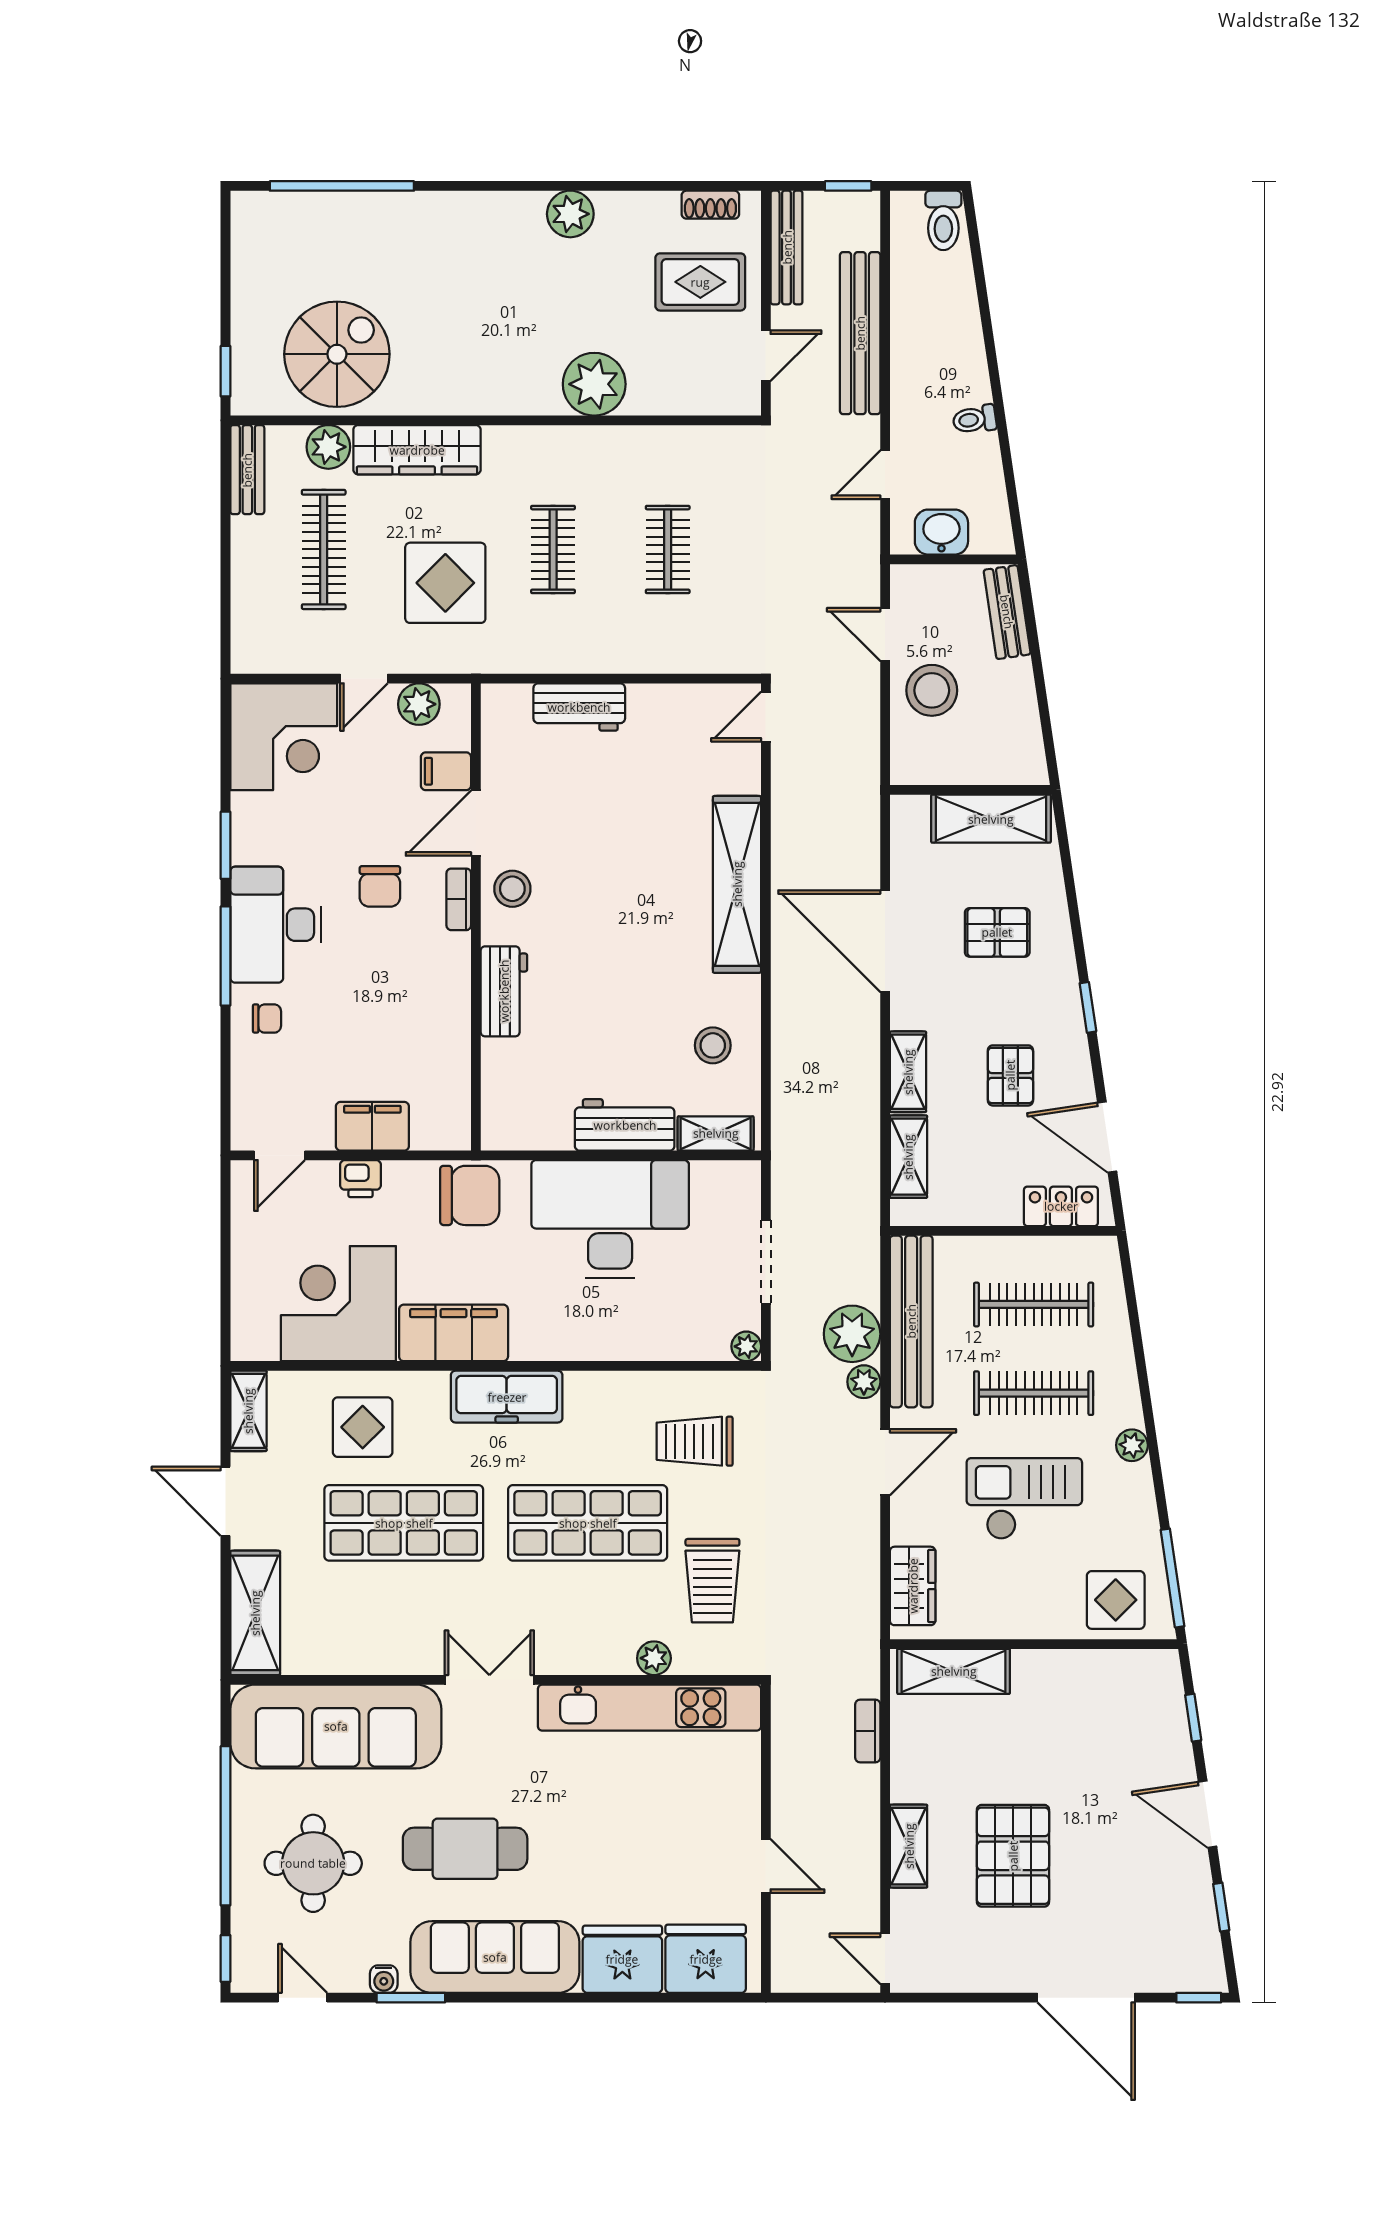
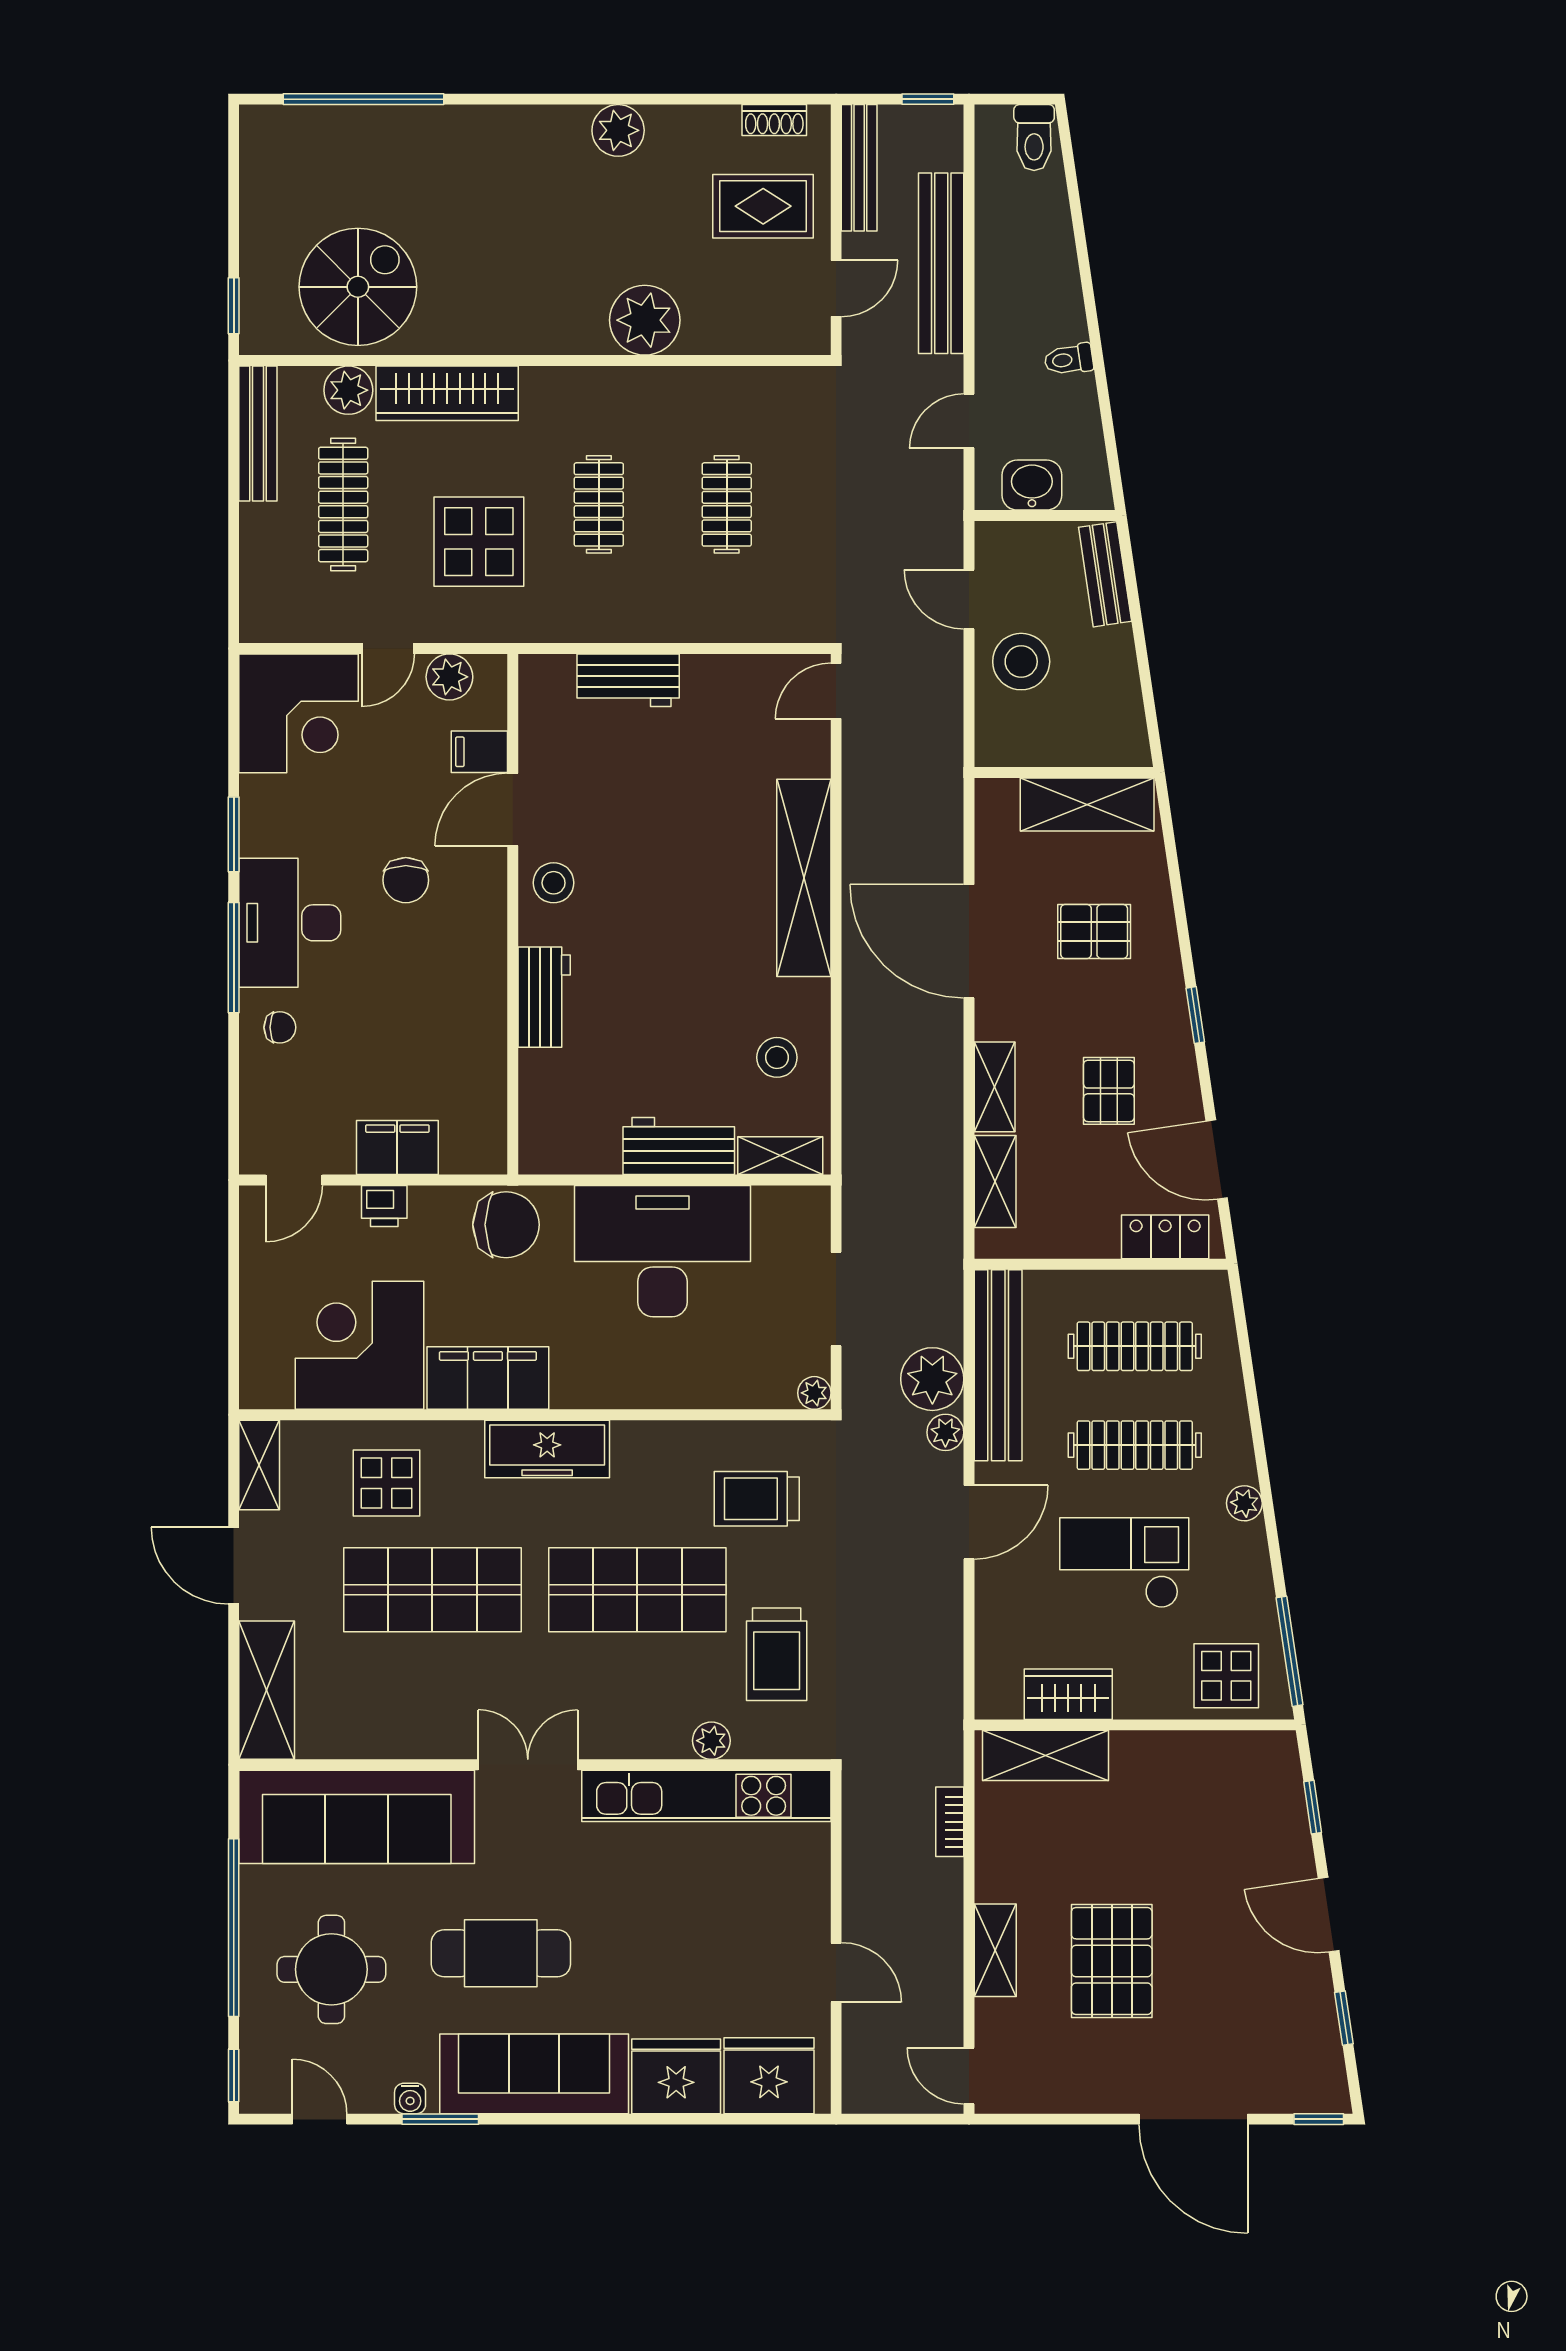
bench: (247, 470) -> (258, 434), width x1.36
bookcase: (459, 899) -> (494, 895), removed
wardrobe: (913, 1586) -> (1068, 1694), moved, turned -90

